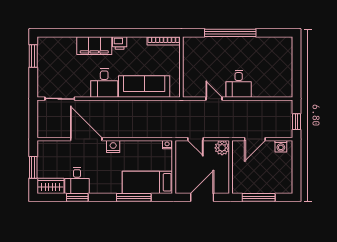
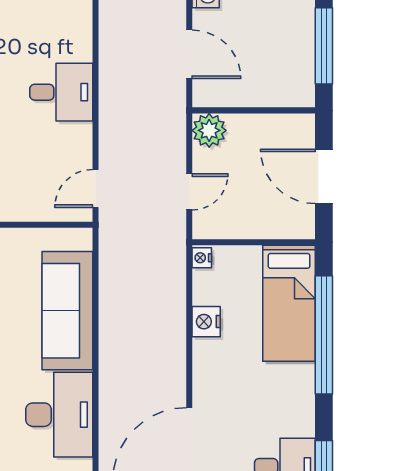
desk: (104, 83) -> (59, 415), width x1.37
door: (214, 99) -> (95, 189), moved
nightstand: (113, 146) -> (206, 322), moved
window: (134, 197) -> (324, 335), width x1.46

